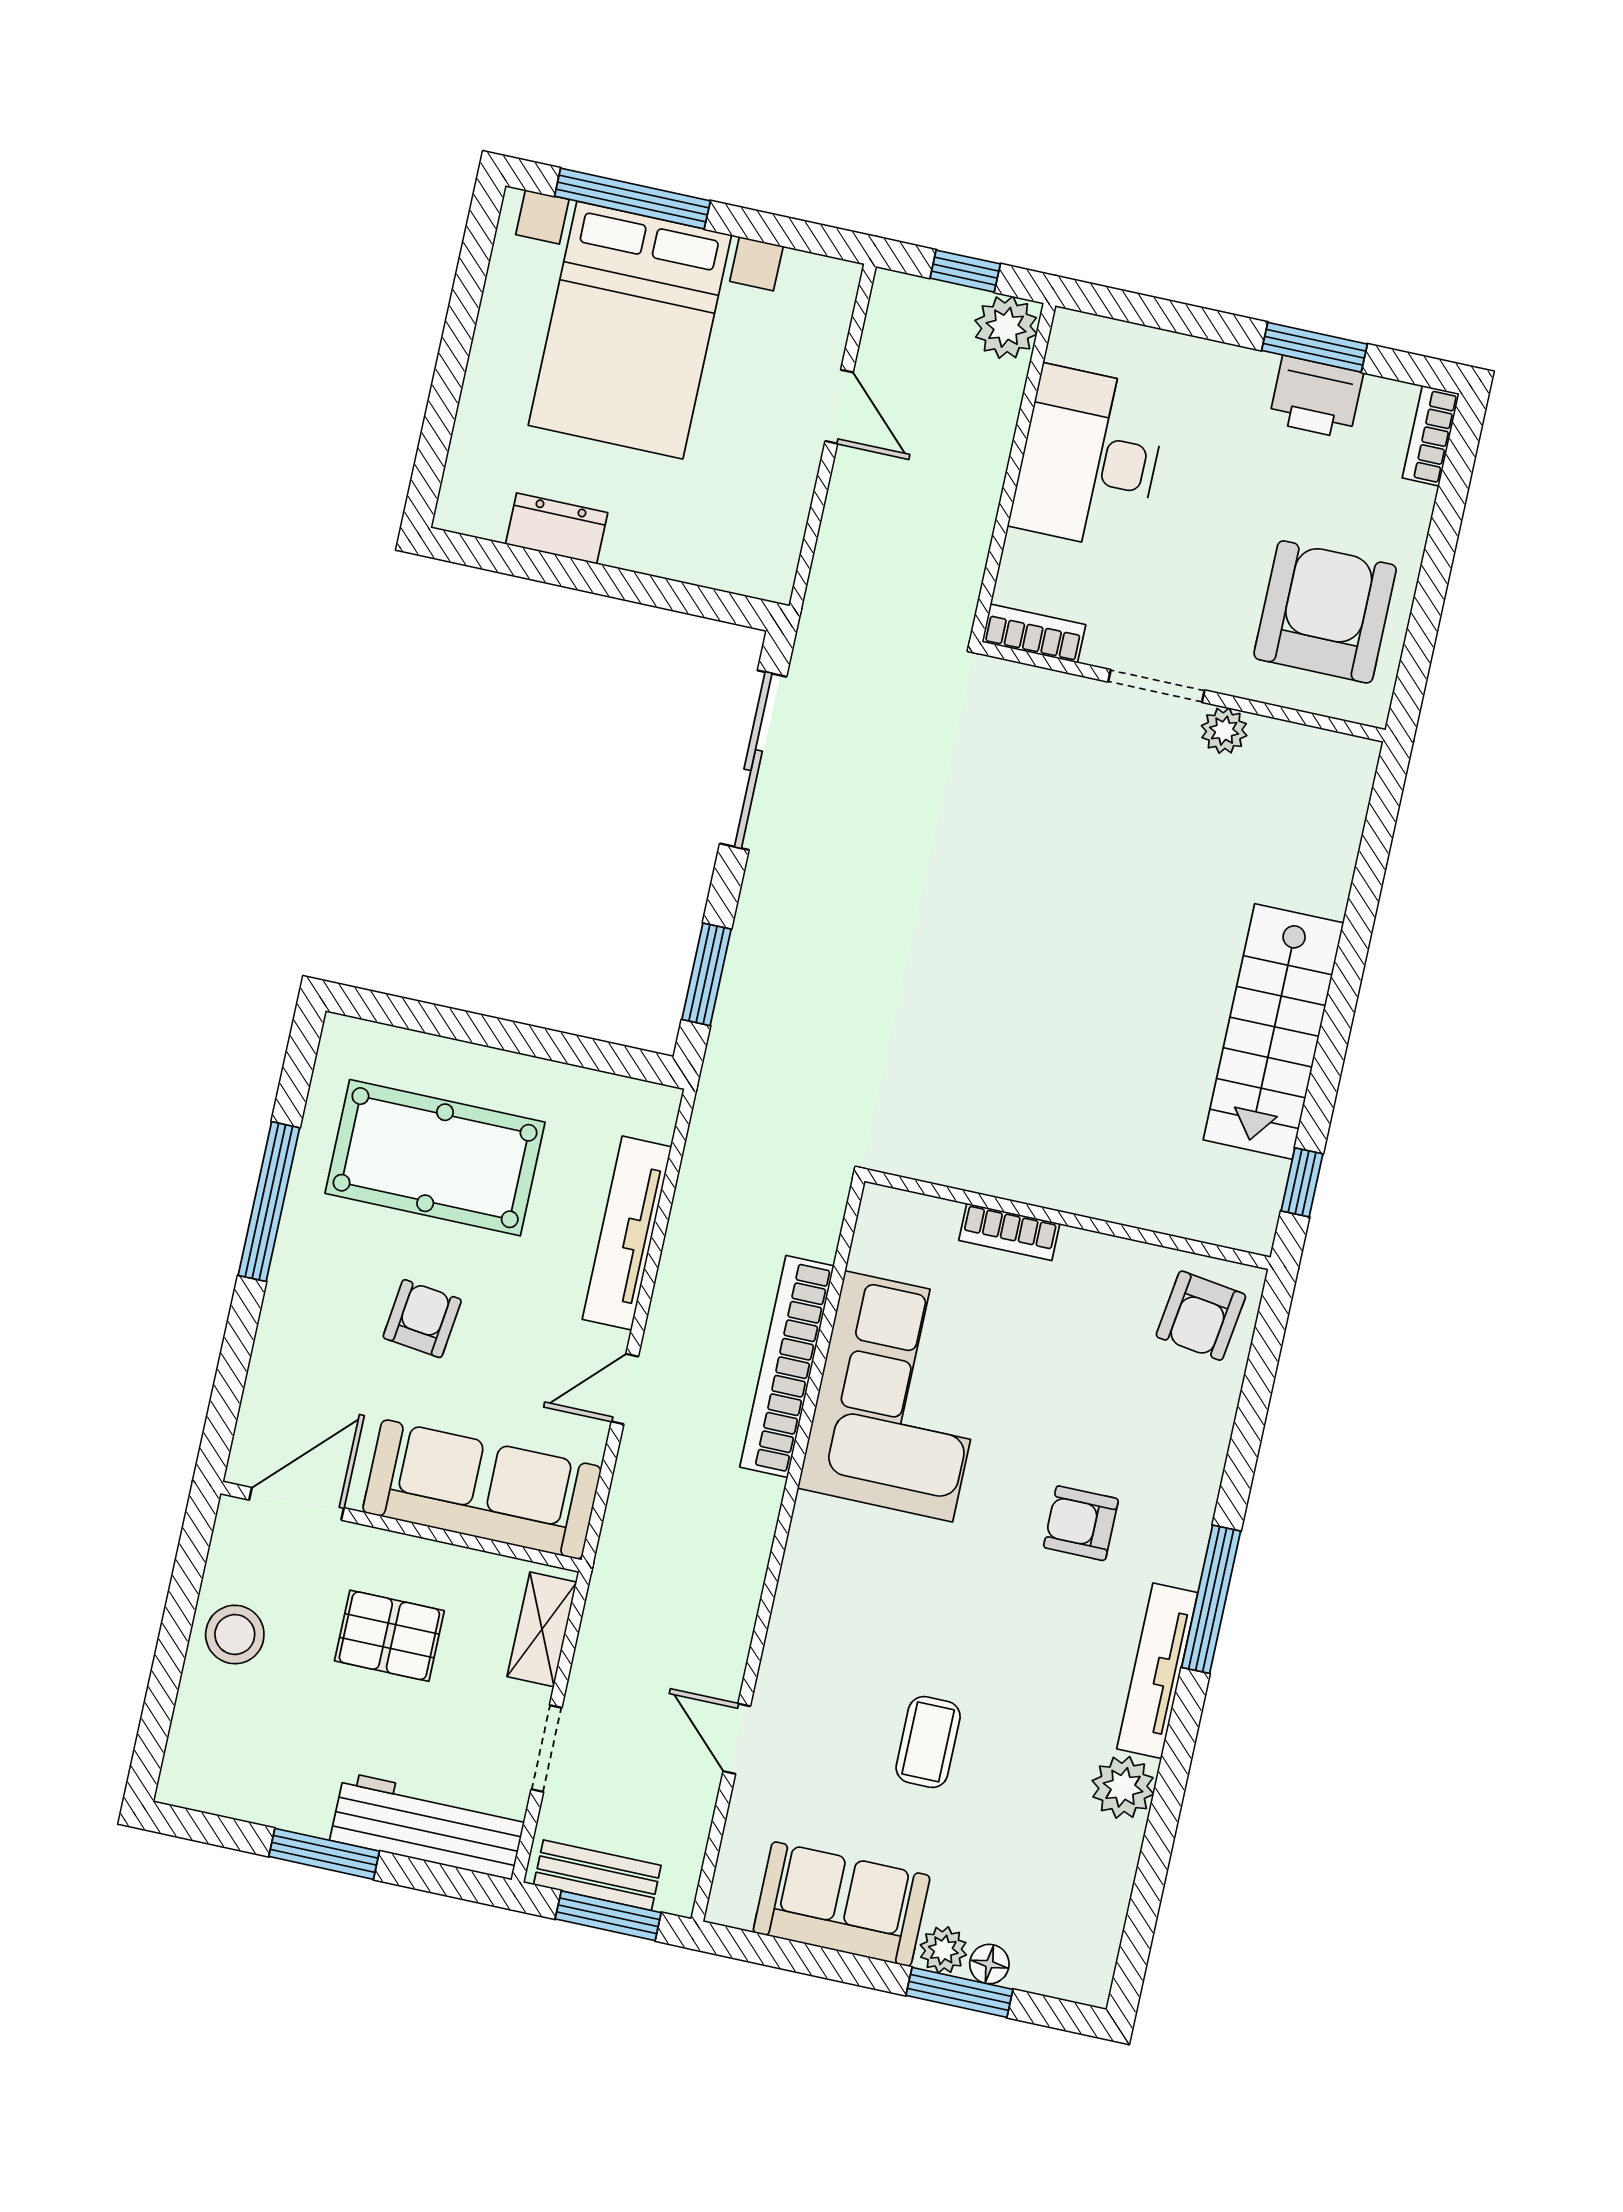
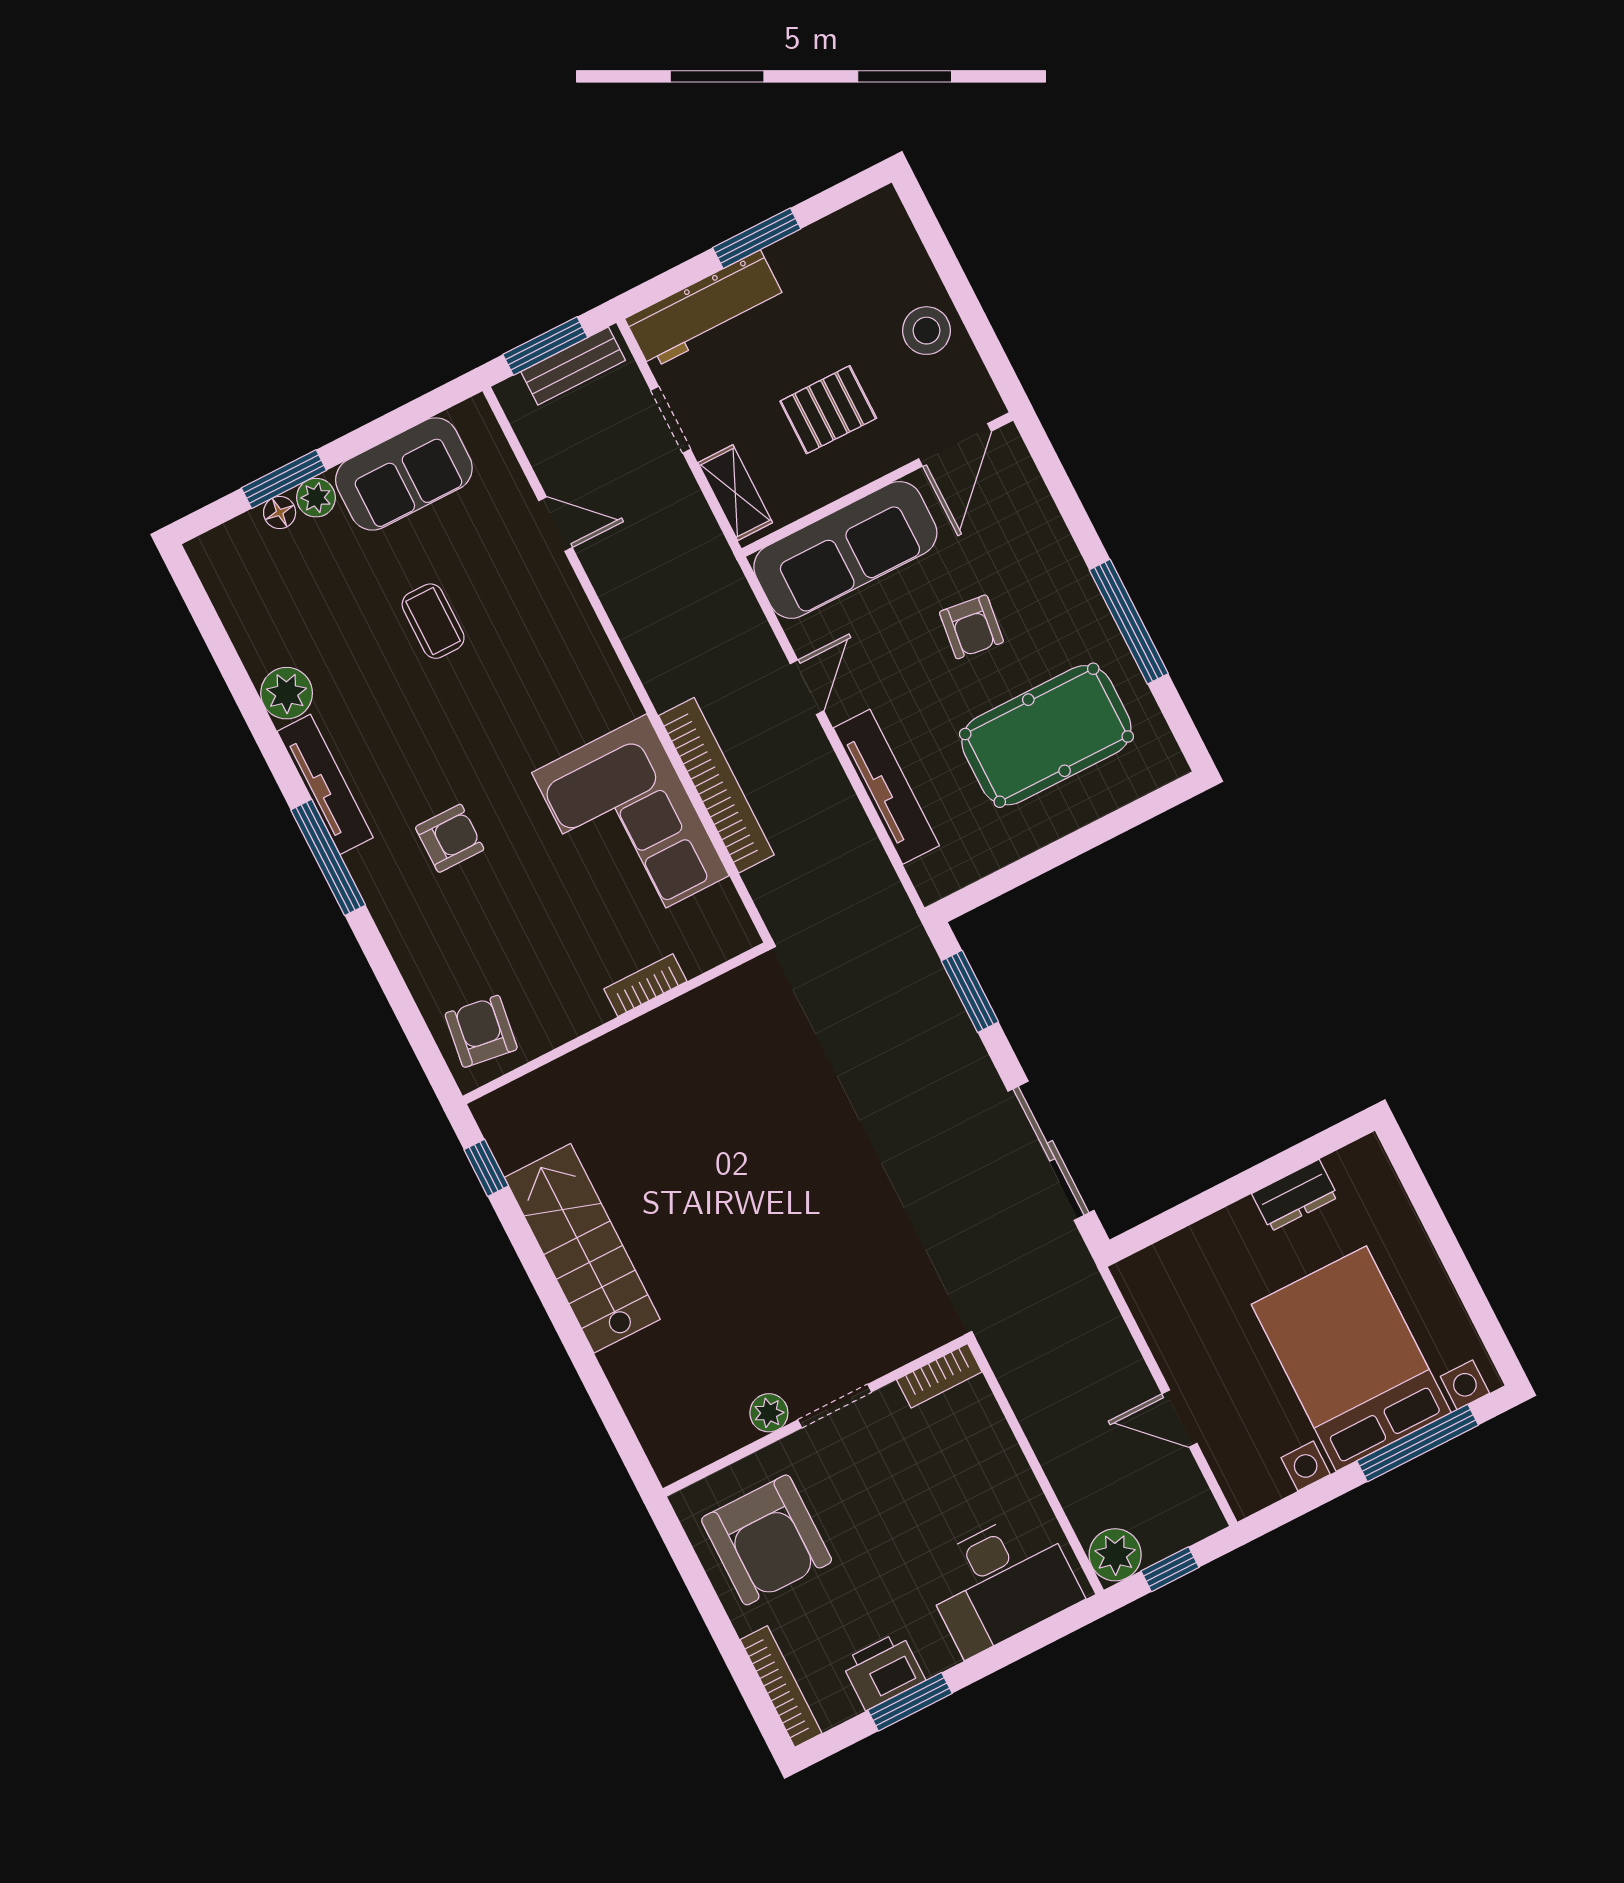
bookcase: (1431, 436) -> (781, 1686), width x1.56
desk: (1089, 458) -> (1001, 1582), moved, turned 90

